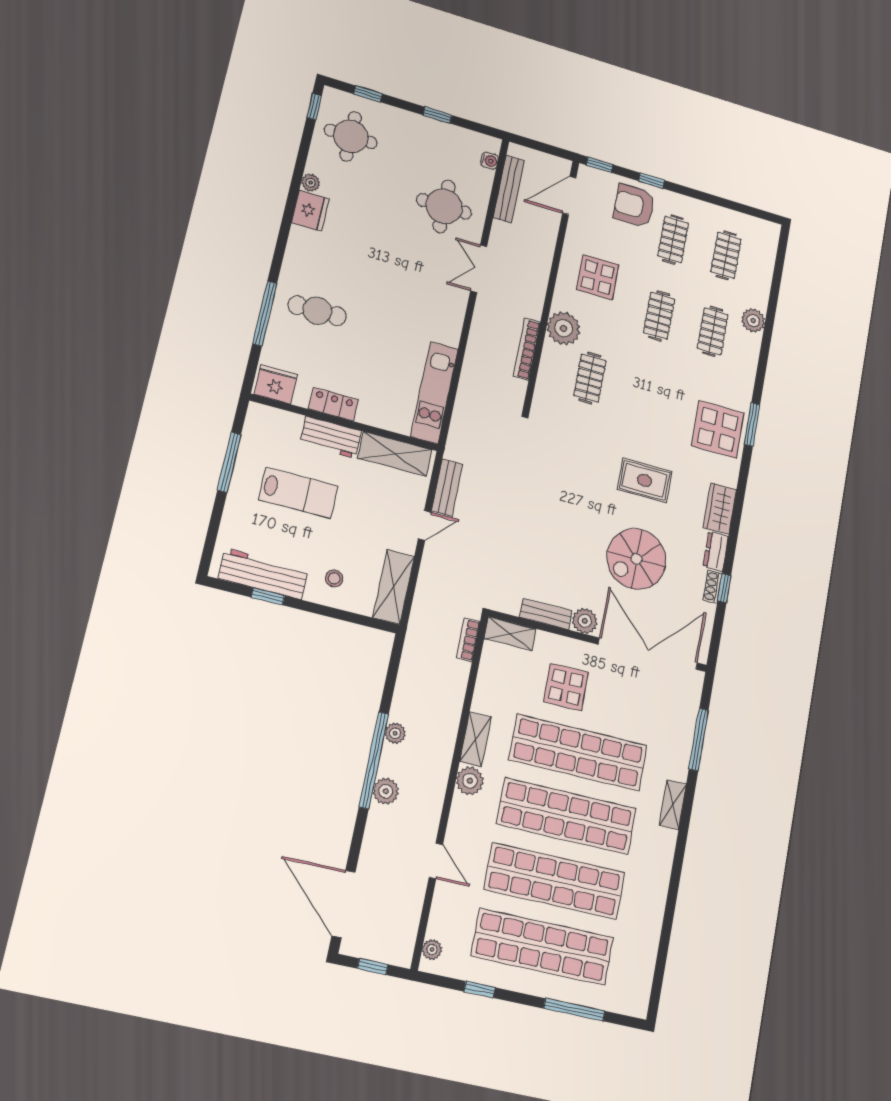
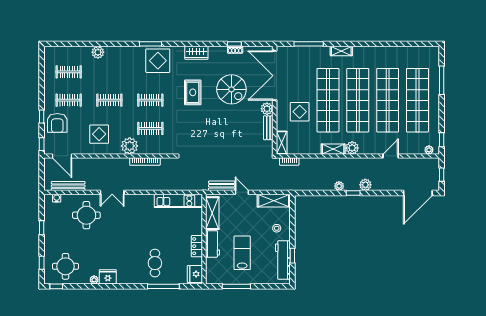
clothes rail: (713, 331) -> (150, 100), moved
dresser: (716, 551) -> (218, 51), removed
window: (374, 760) -> (353, 193), width x0.32
window: (480, 989) -> (442, 140), moved

